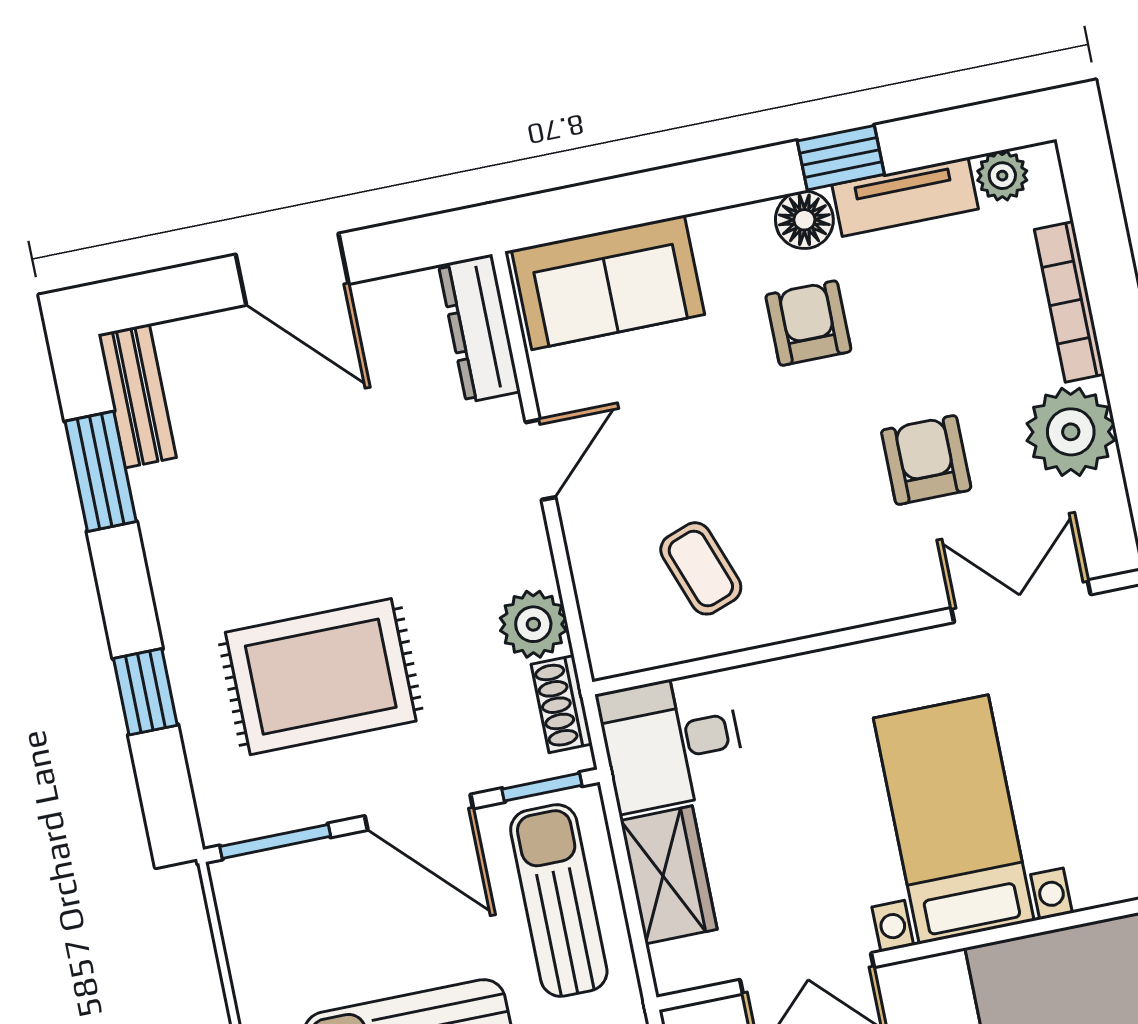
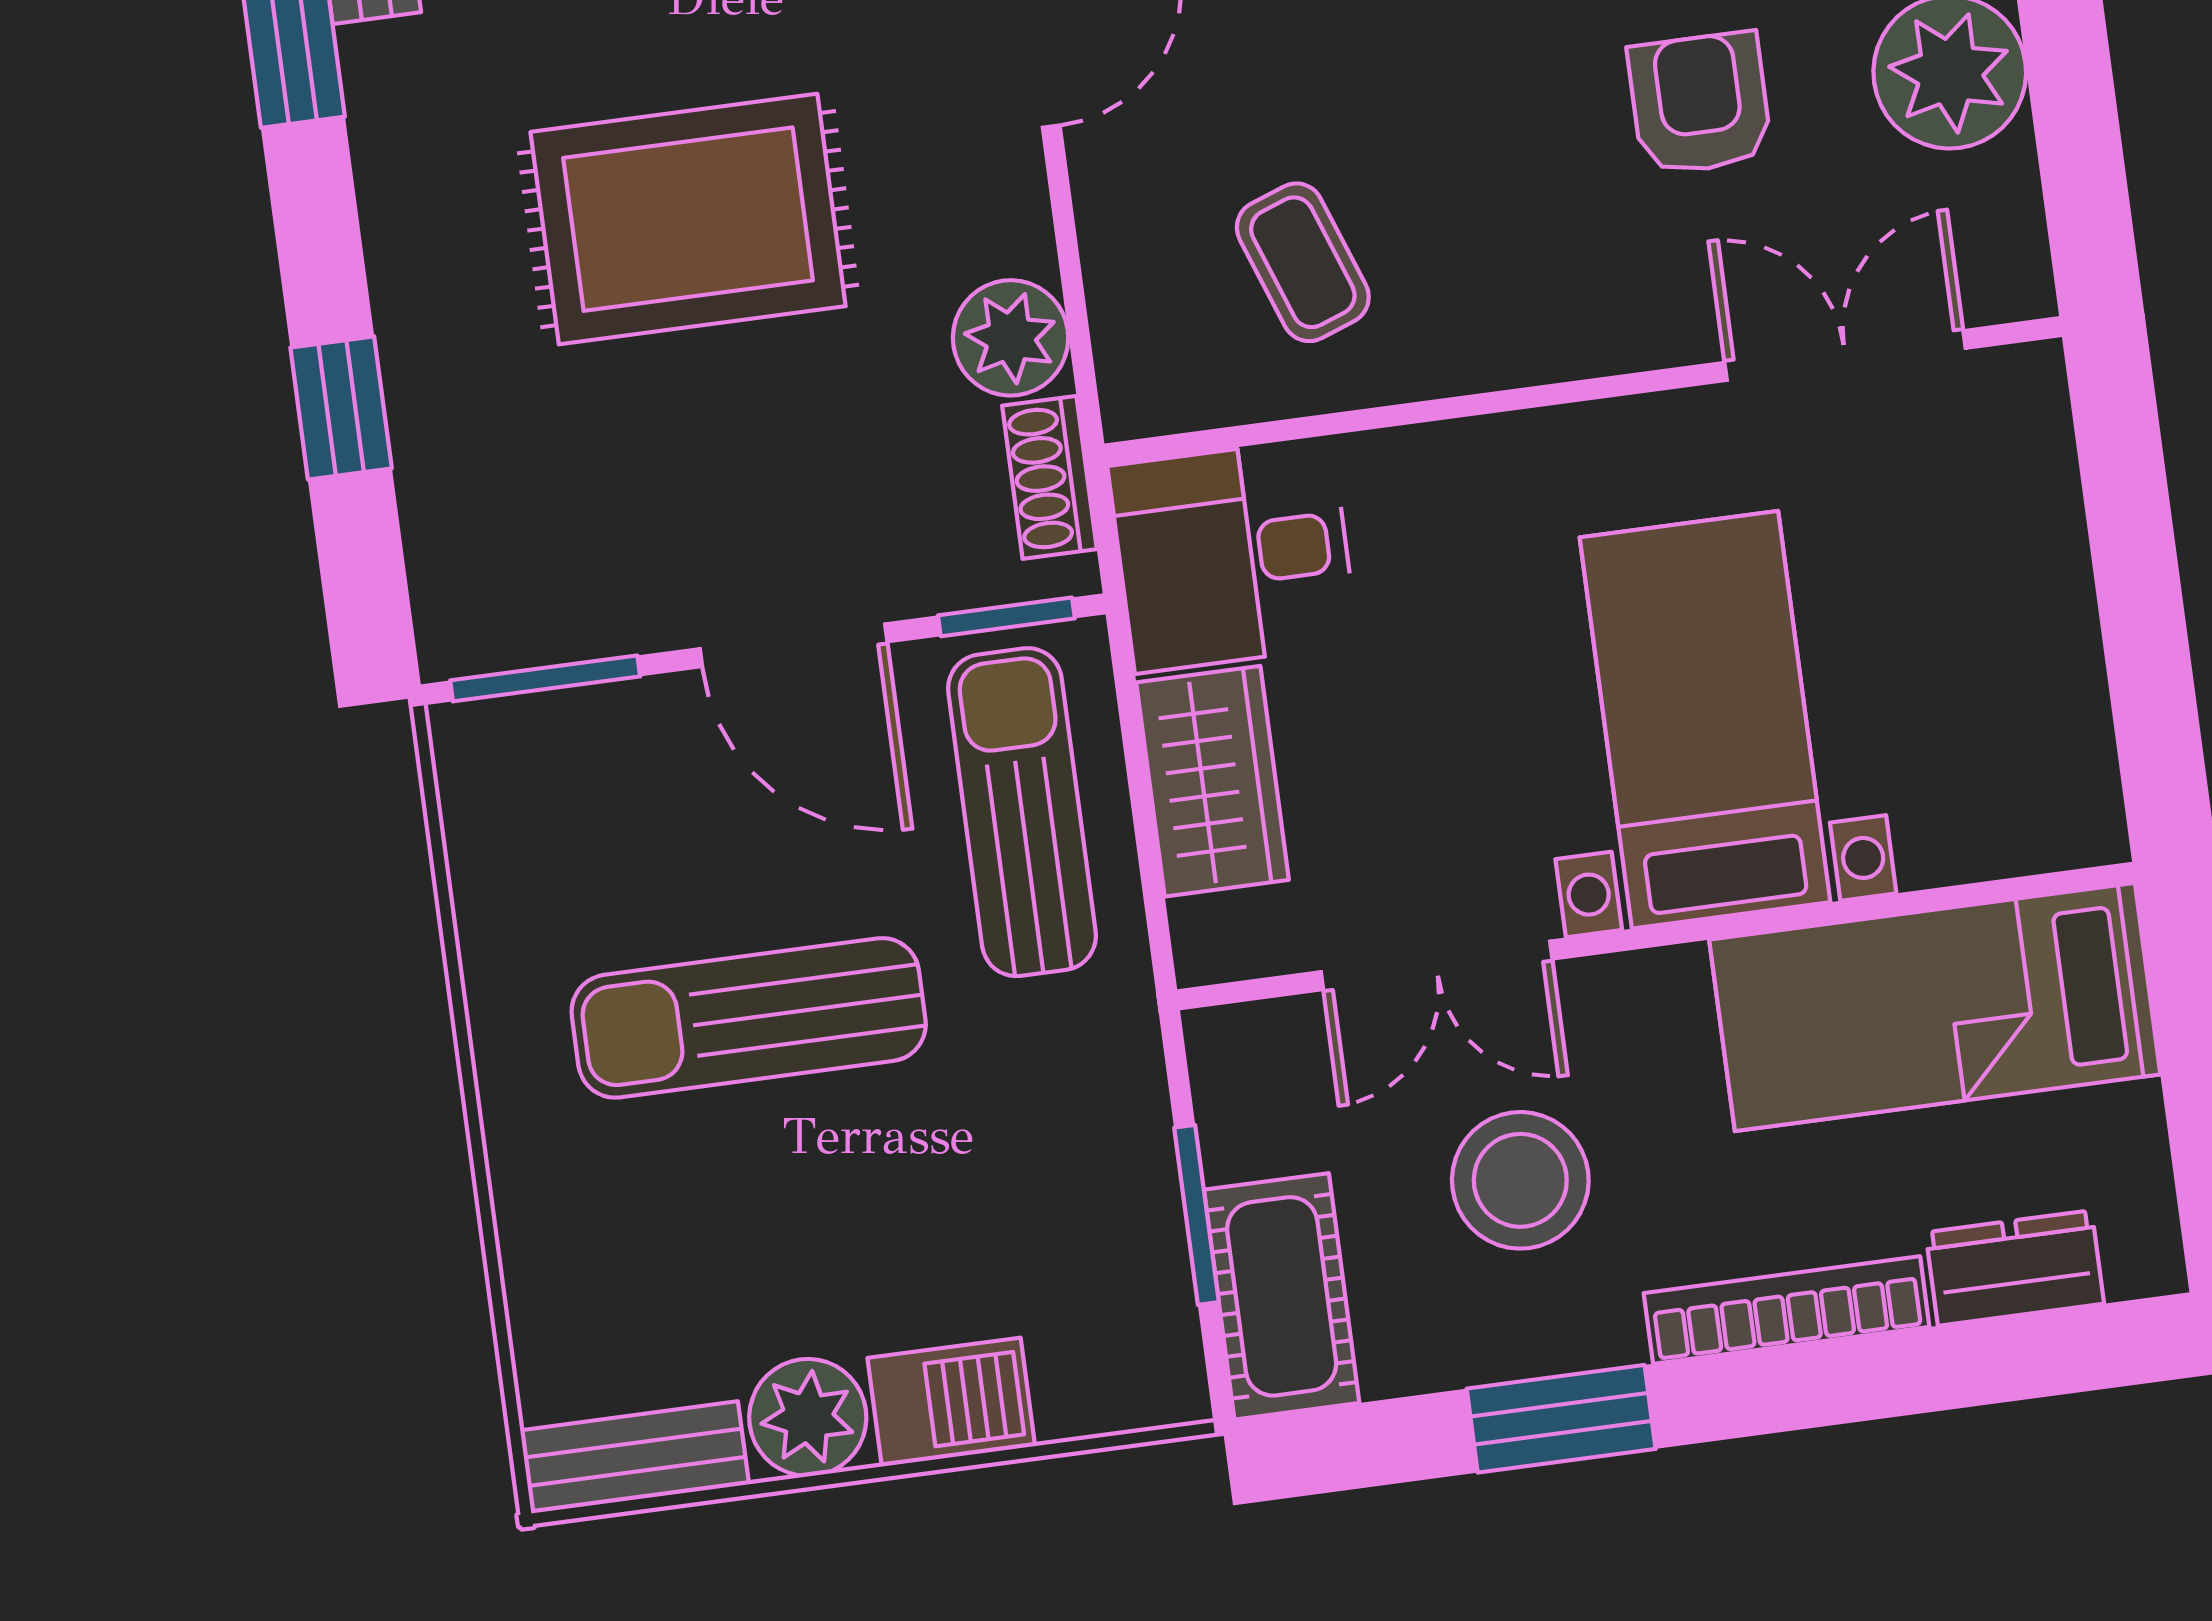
rug: (321, 677) -> (688, 219), moved

